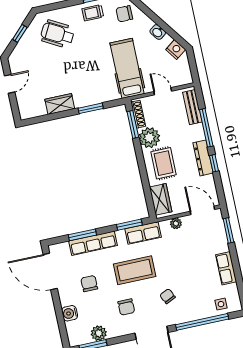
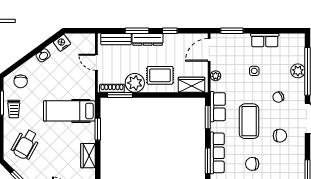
hospital bed: (127, 68) -> (69, 111), moved
door: (163, 91) -> (96, 62), hinge flipped
window: (206, 128) -> (137, 31), width x0.69
dresser: (203, 158) -> (148, 39), moved
side table: (221, 304) -> (254, 71), moved
plant: (99, 333) -> (298, 71), moved

